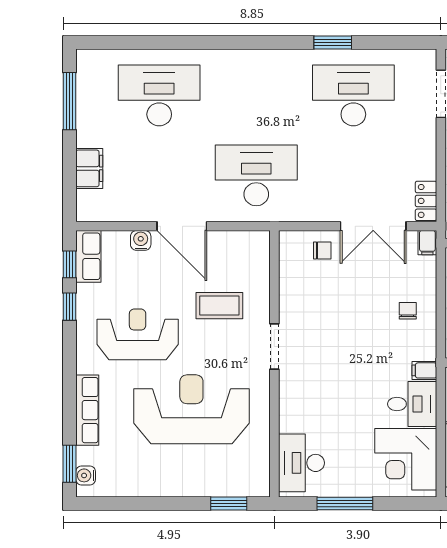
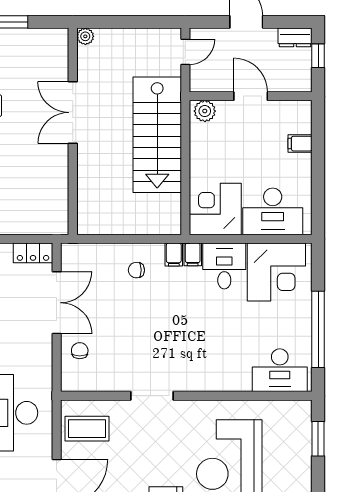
filing cabinet: (427, 243) -> (174, 255), moved, turned 90
coffee table: (219, 306) -> (87, 429), moved, turned 90
doorway: (274, 346) -> (152, 396), moved
window: (345, 503) -> (318, 329), width x1.46

